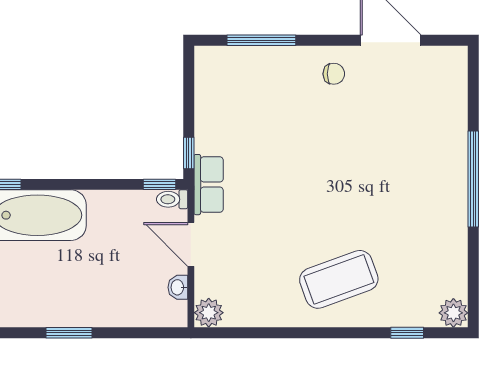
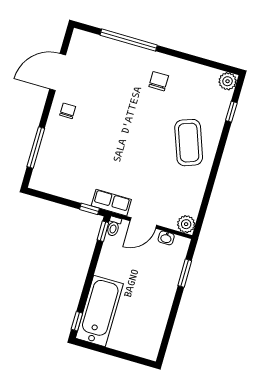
window: (473, 179) -> (129, 40), moved
chair: (422, 204) -> (159, 81), added
window: (69, 333) -> (185, 273), moved

